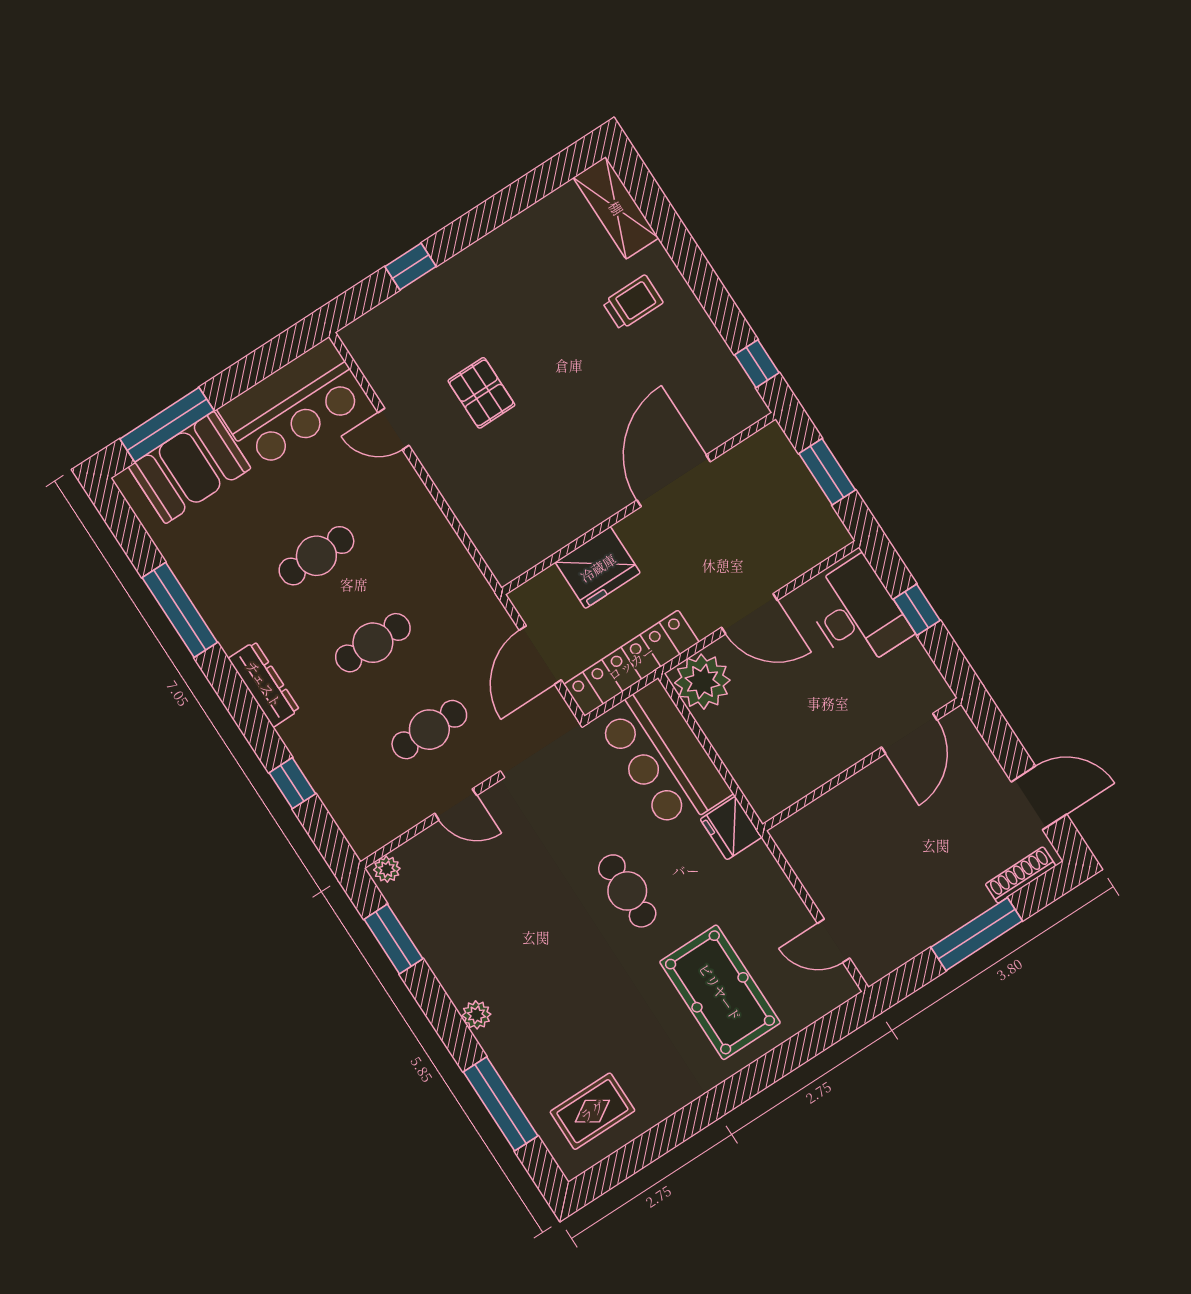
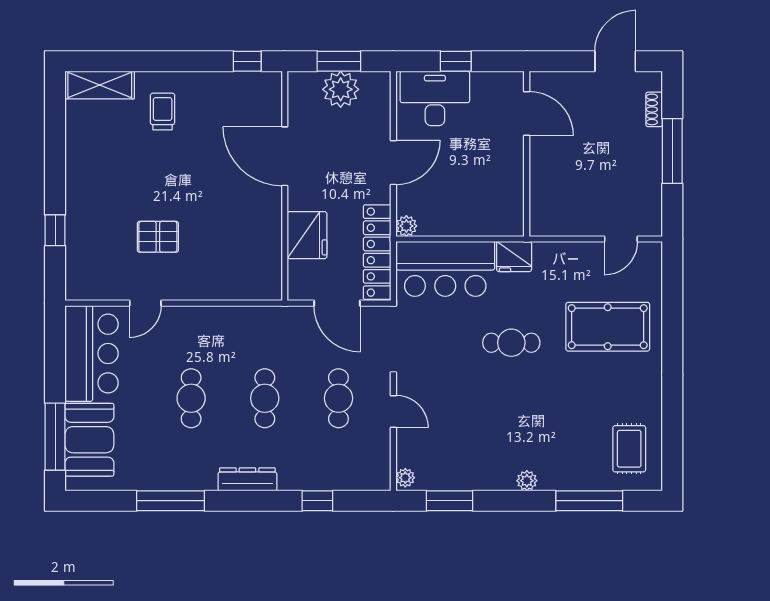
plant: (795, 495) -> (341, 89), added
plant: (702, 682) -> (406, 226), width x0.53, depth x0.53
door: (456, 804) -> (393, 412), hinge flipped
shoe rack: (1021, 875) -> (654, 109), width x0.70

